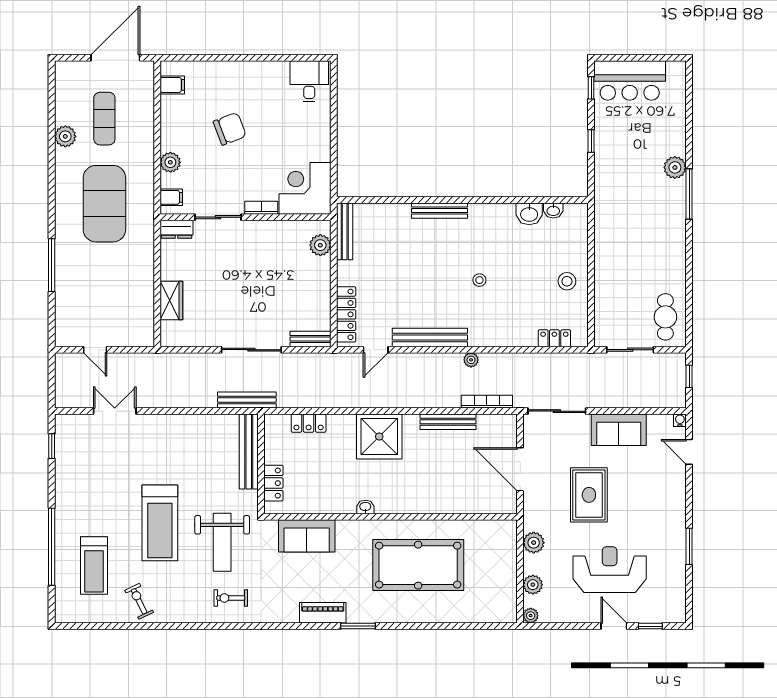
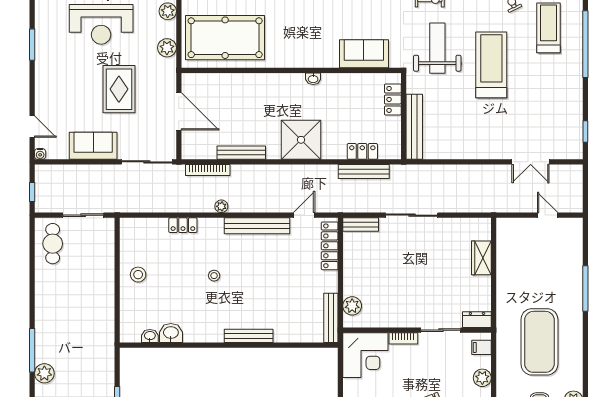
locker: (554, 338) -> (183, 225), moved
bench: (247, 400) -> (364, 172), moved
pool table: (418, 565) -> (225, 38), moved

